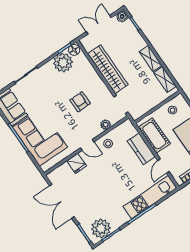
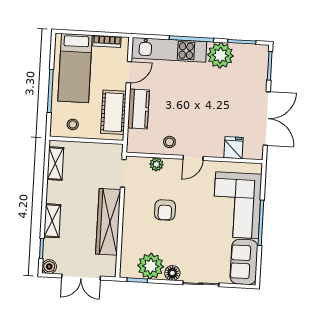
floor lamp: (74, 50) -> (172, 273), moved
shelving: (151, 58) -> (52, 221), moved
door: (87, 145) -> (193, 158), swing flipped
fridge: (77, 163) -> (233, 148), moved
plant: (101, 228) -> (220, 55), moved

